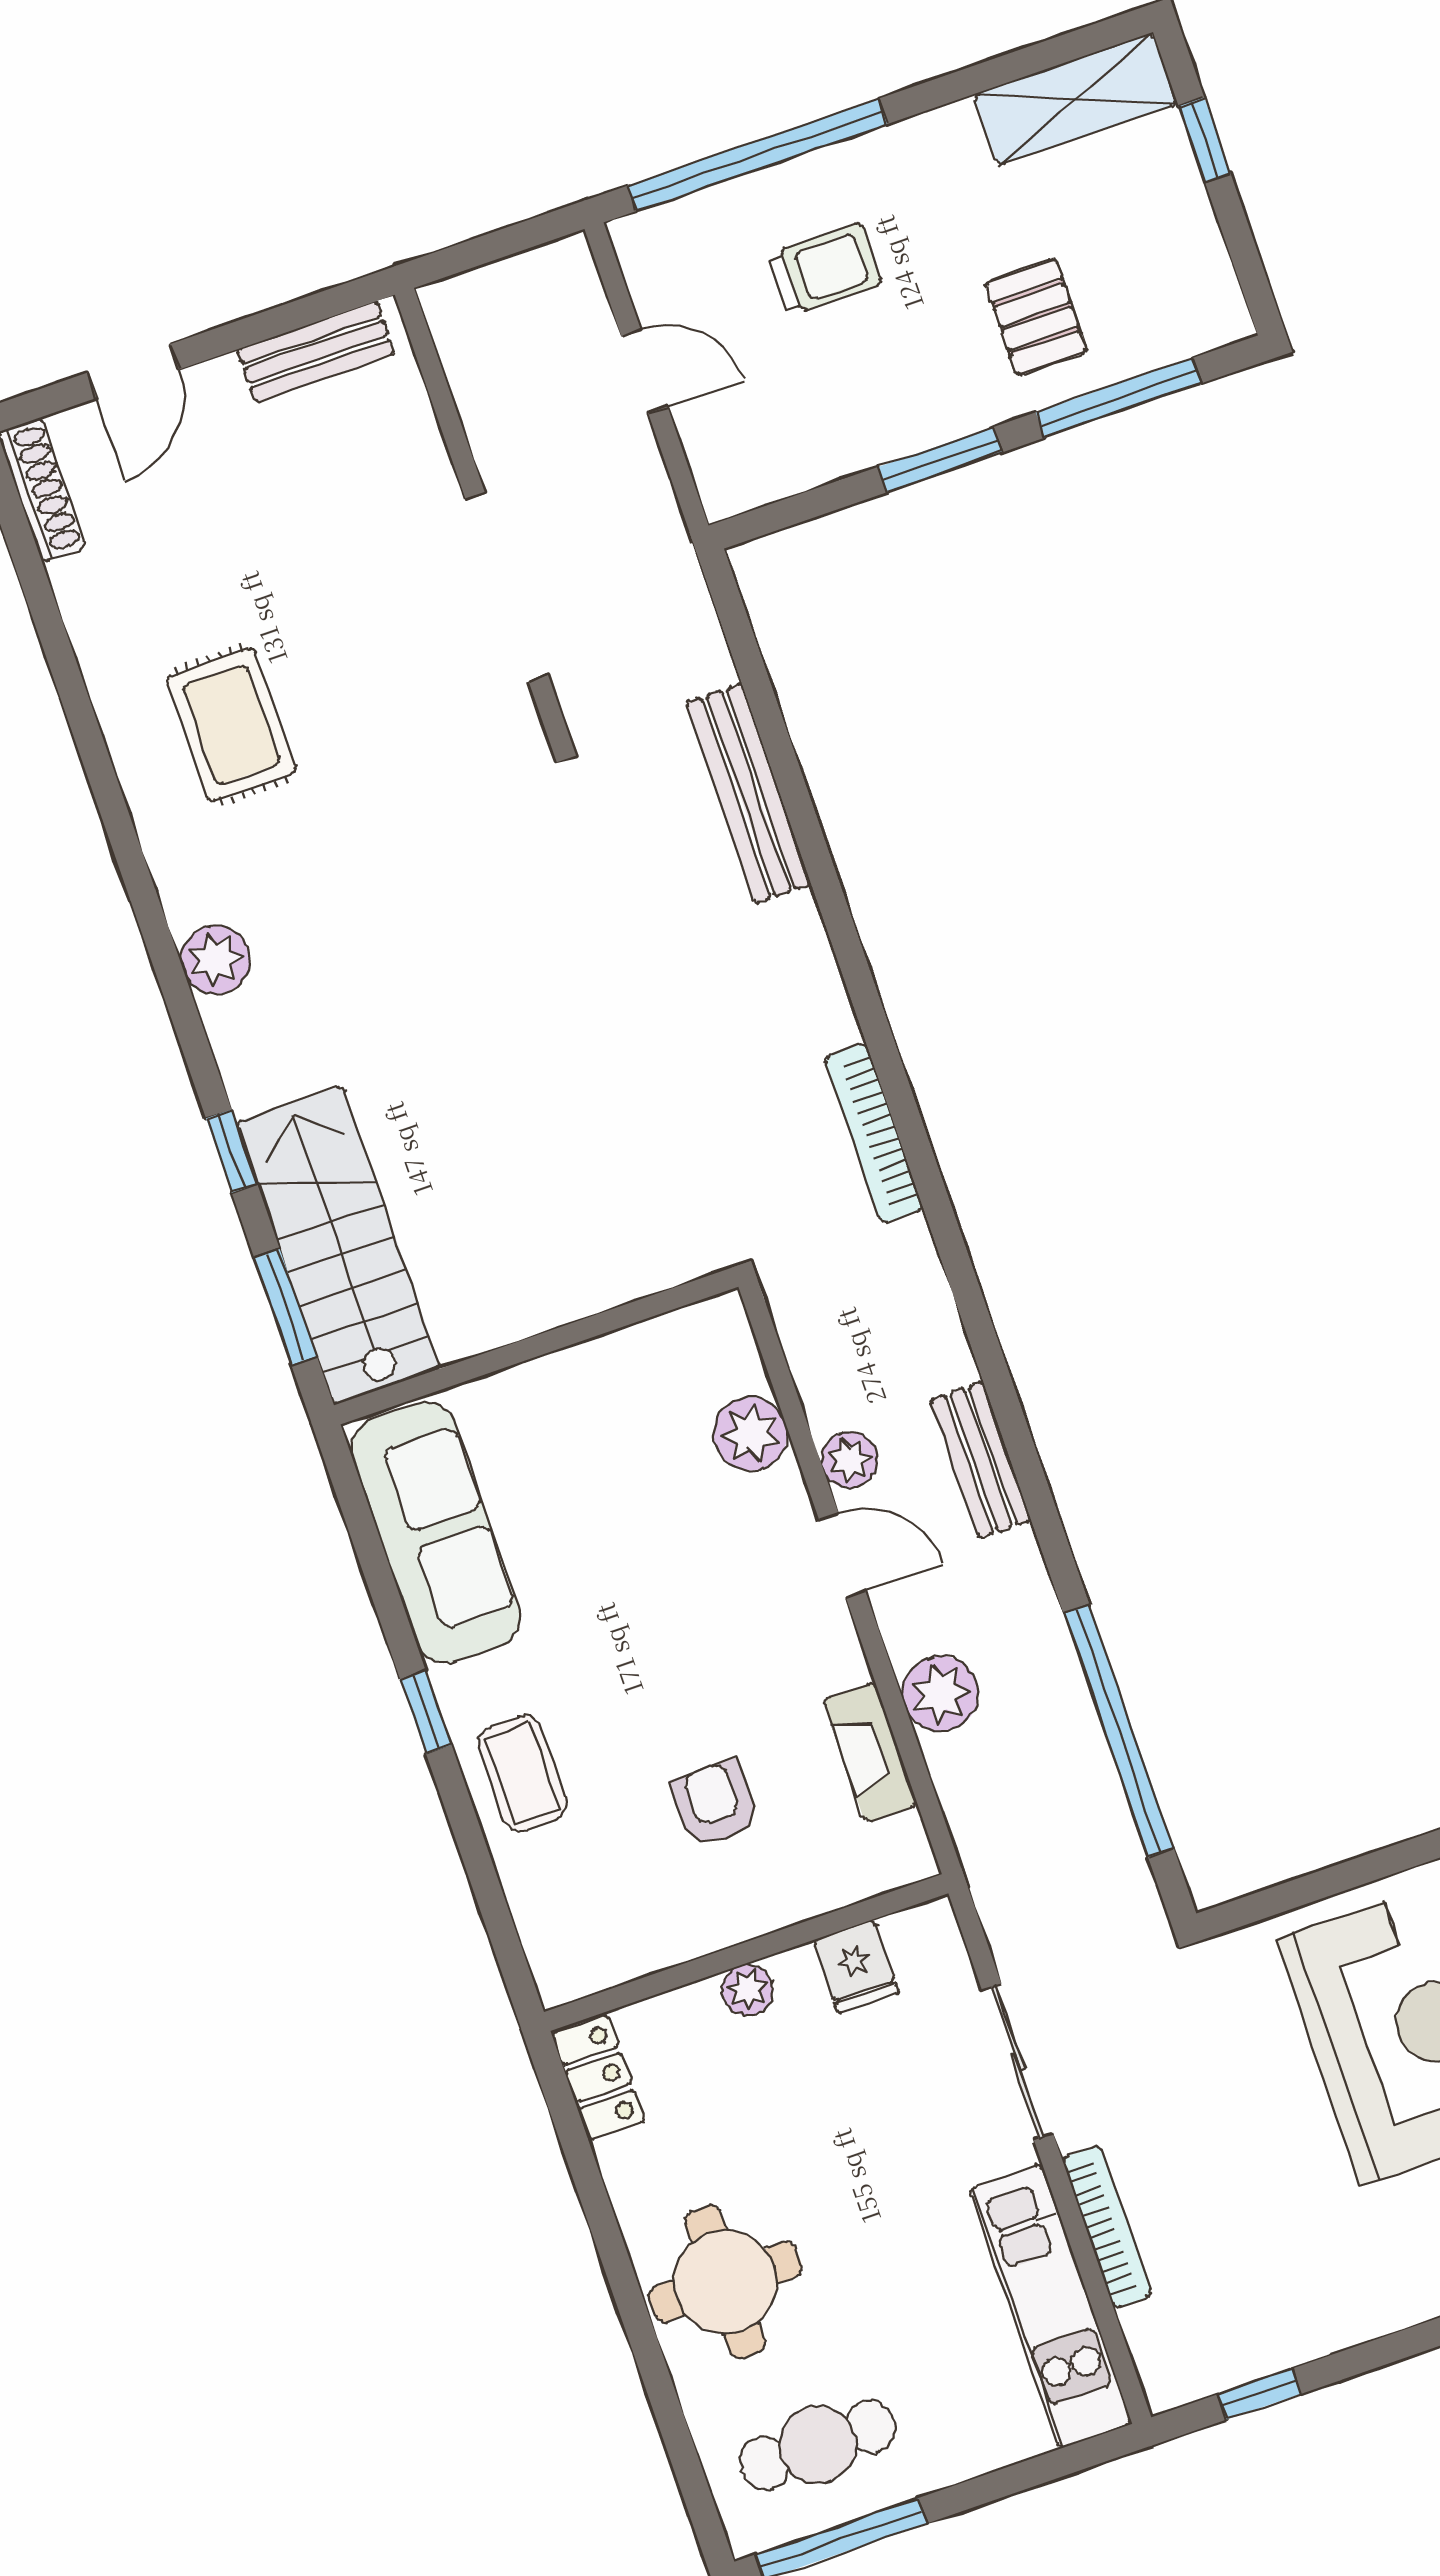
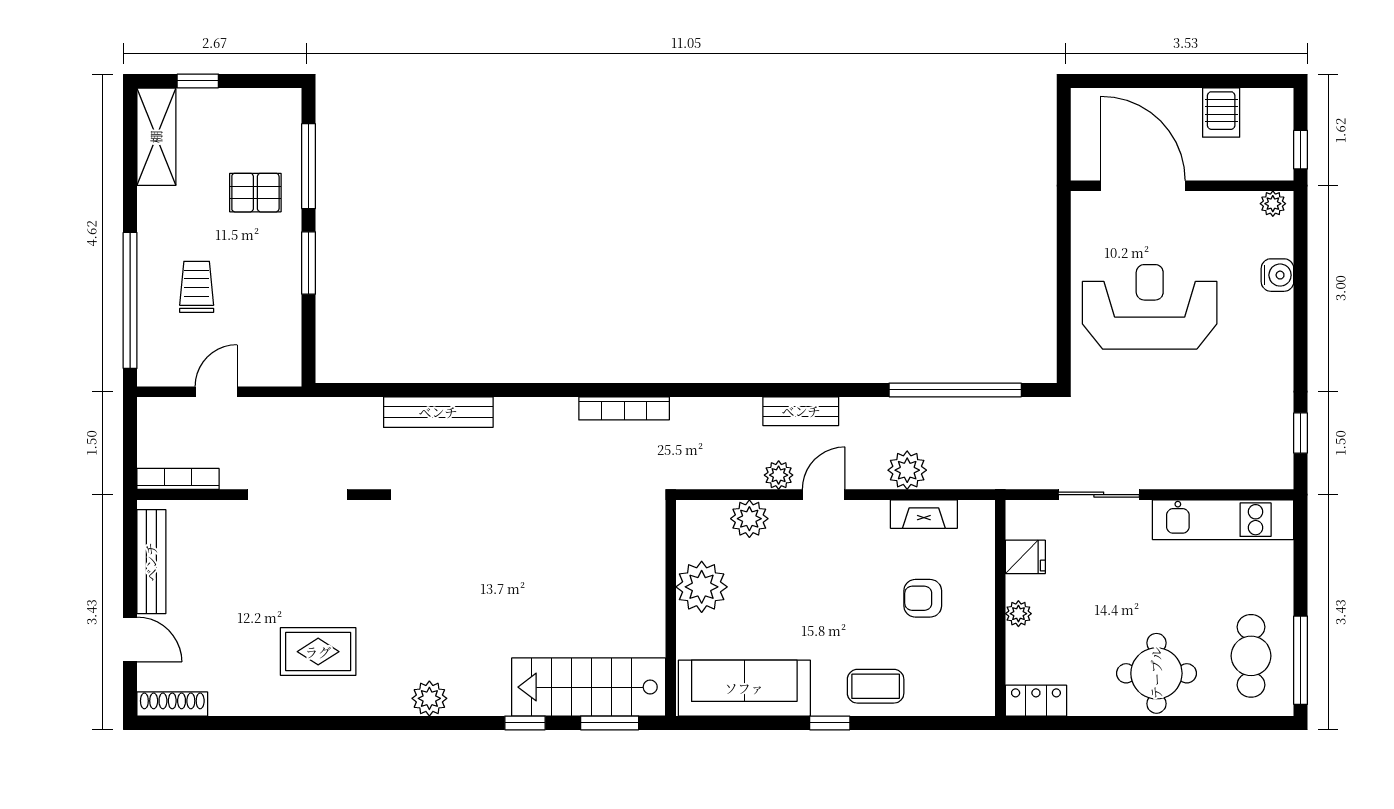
bench: (316, 352) -> (151, 562), width x1.36
plant: (595, 1389) -> (702, 587), added
bookcase: (1107, 2227) -> (178, 479), moved

